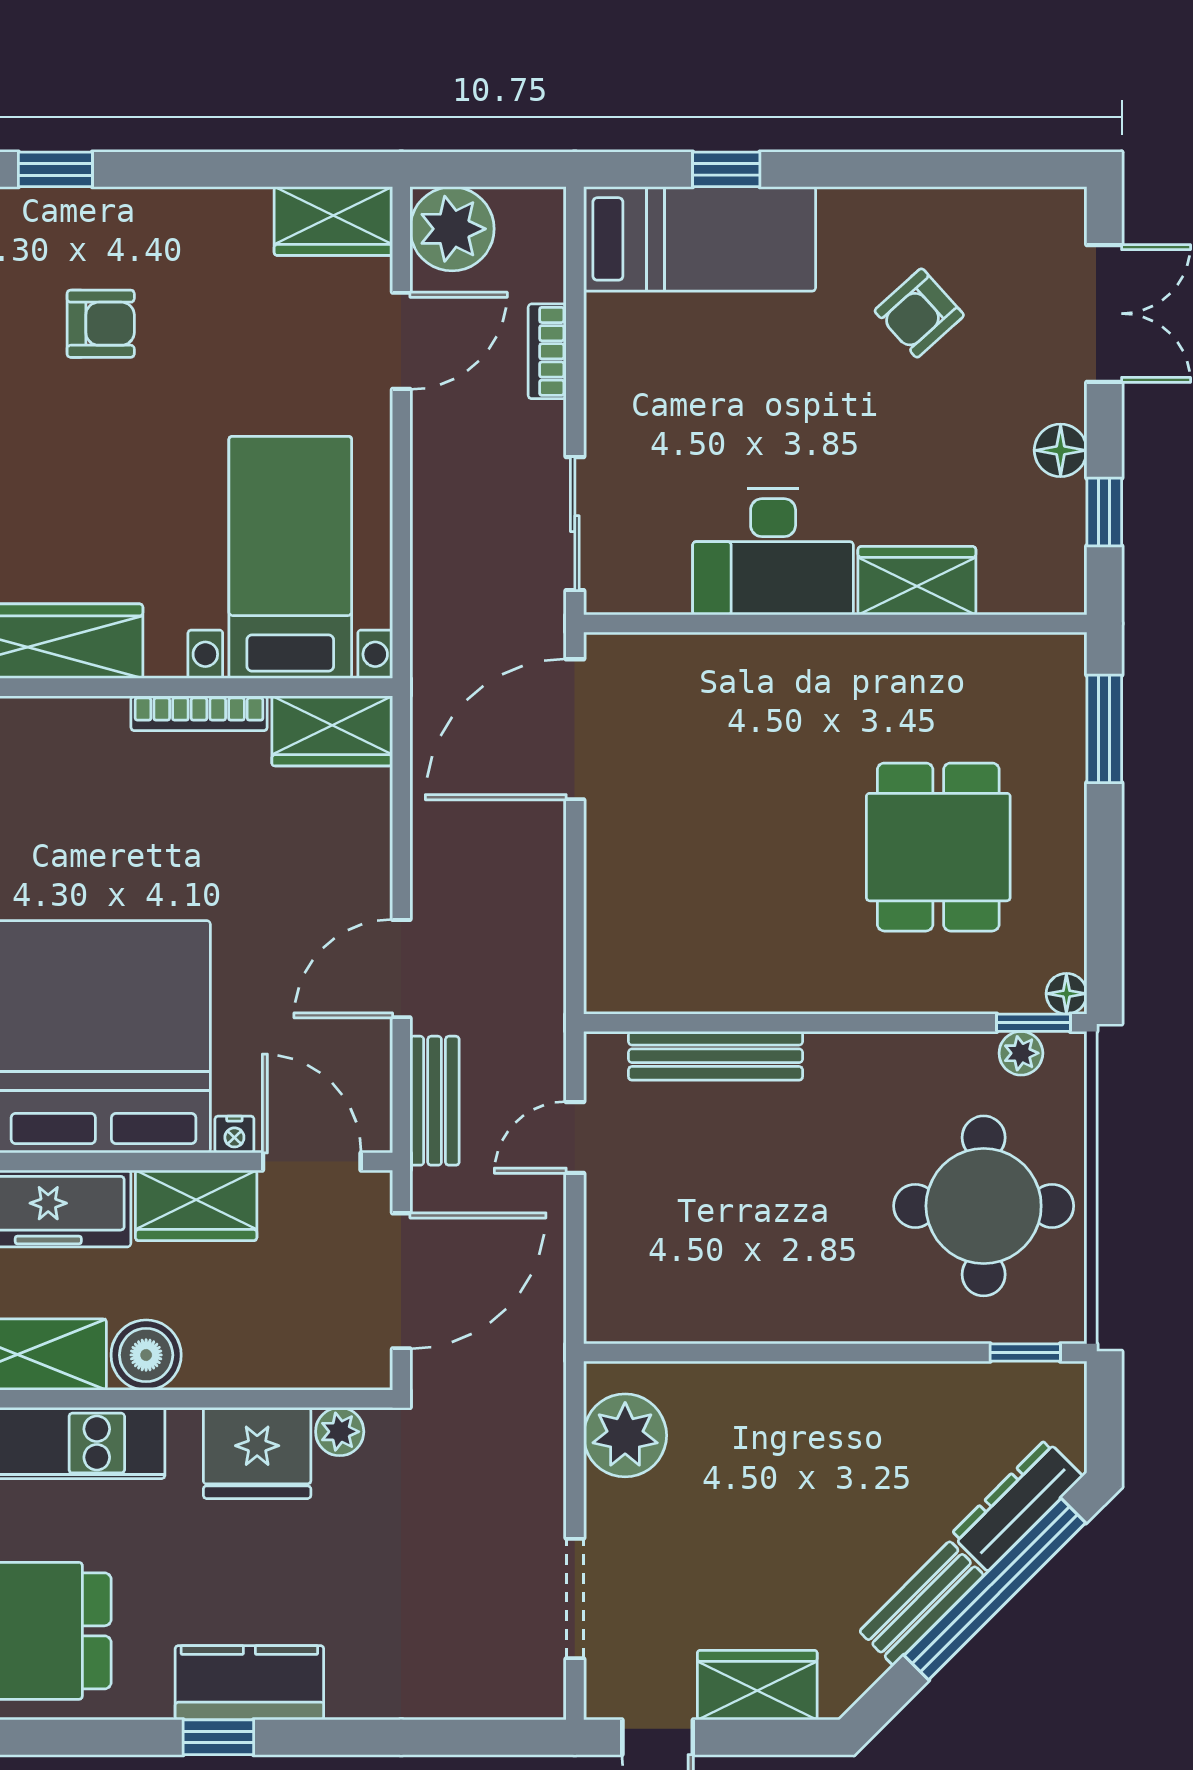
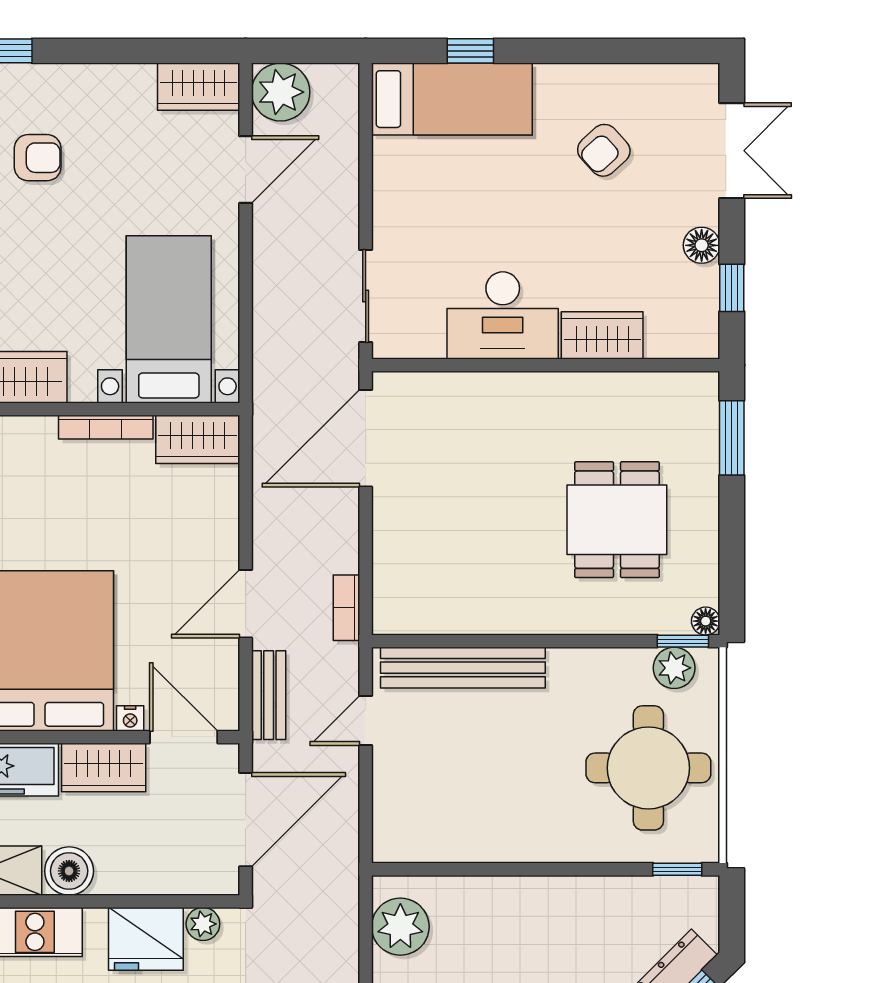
bookcase: (547, 351) -> (346, 608), moved
plant: (1021, 1053) -> (674, 668), width x1.38, depth x1.38
bench: (716, 1056) -> (463, 668), width x1.37, depth x1.21

